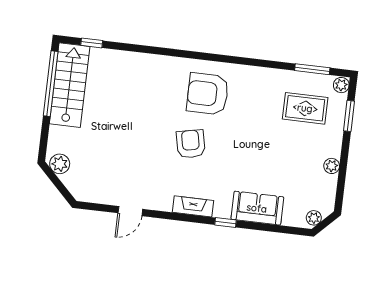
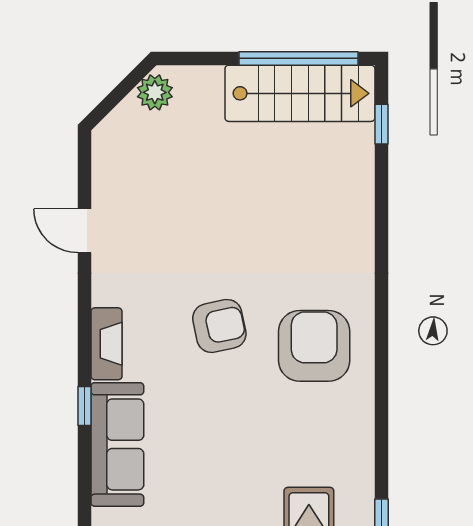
sofa: (257, 208) -> (117, 444), width x1.36

